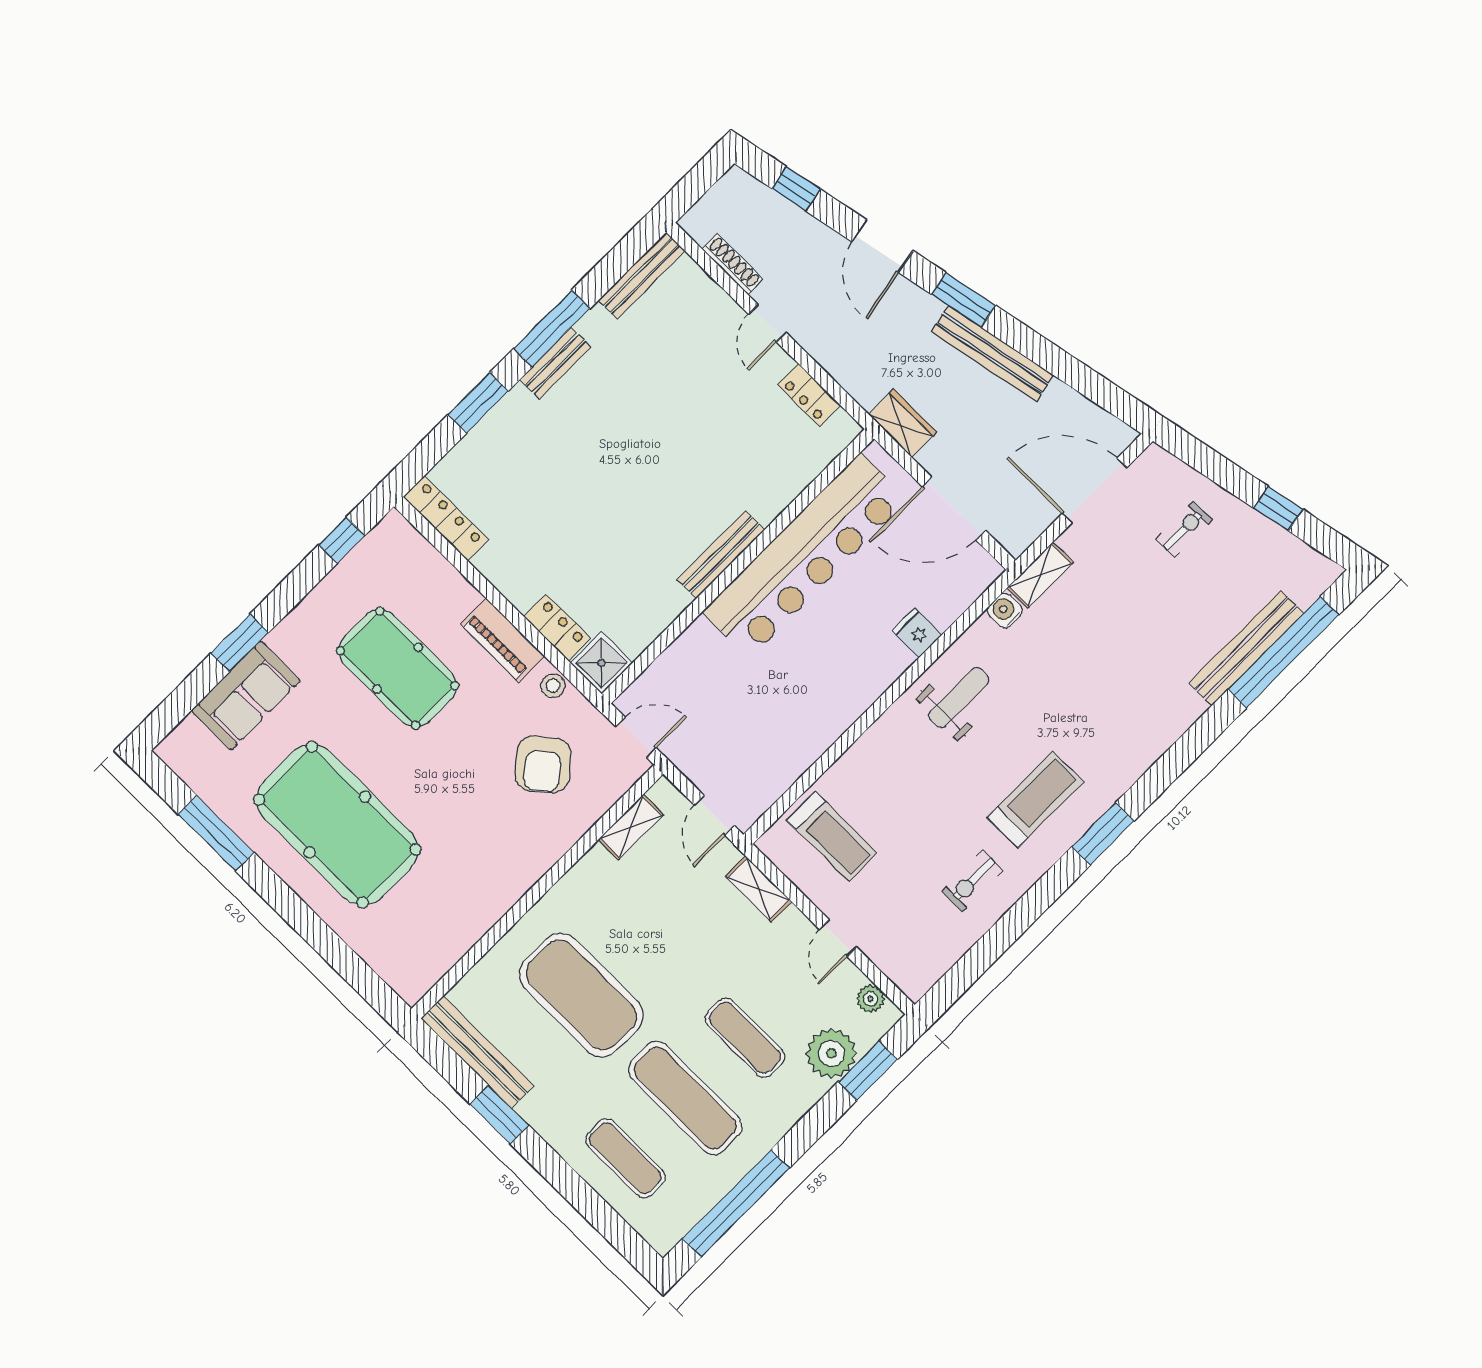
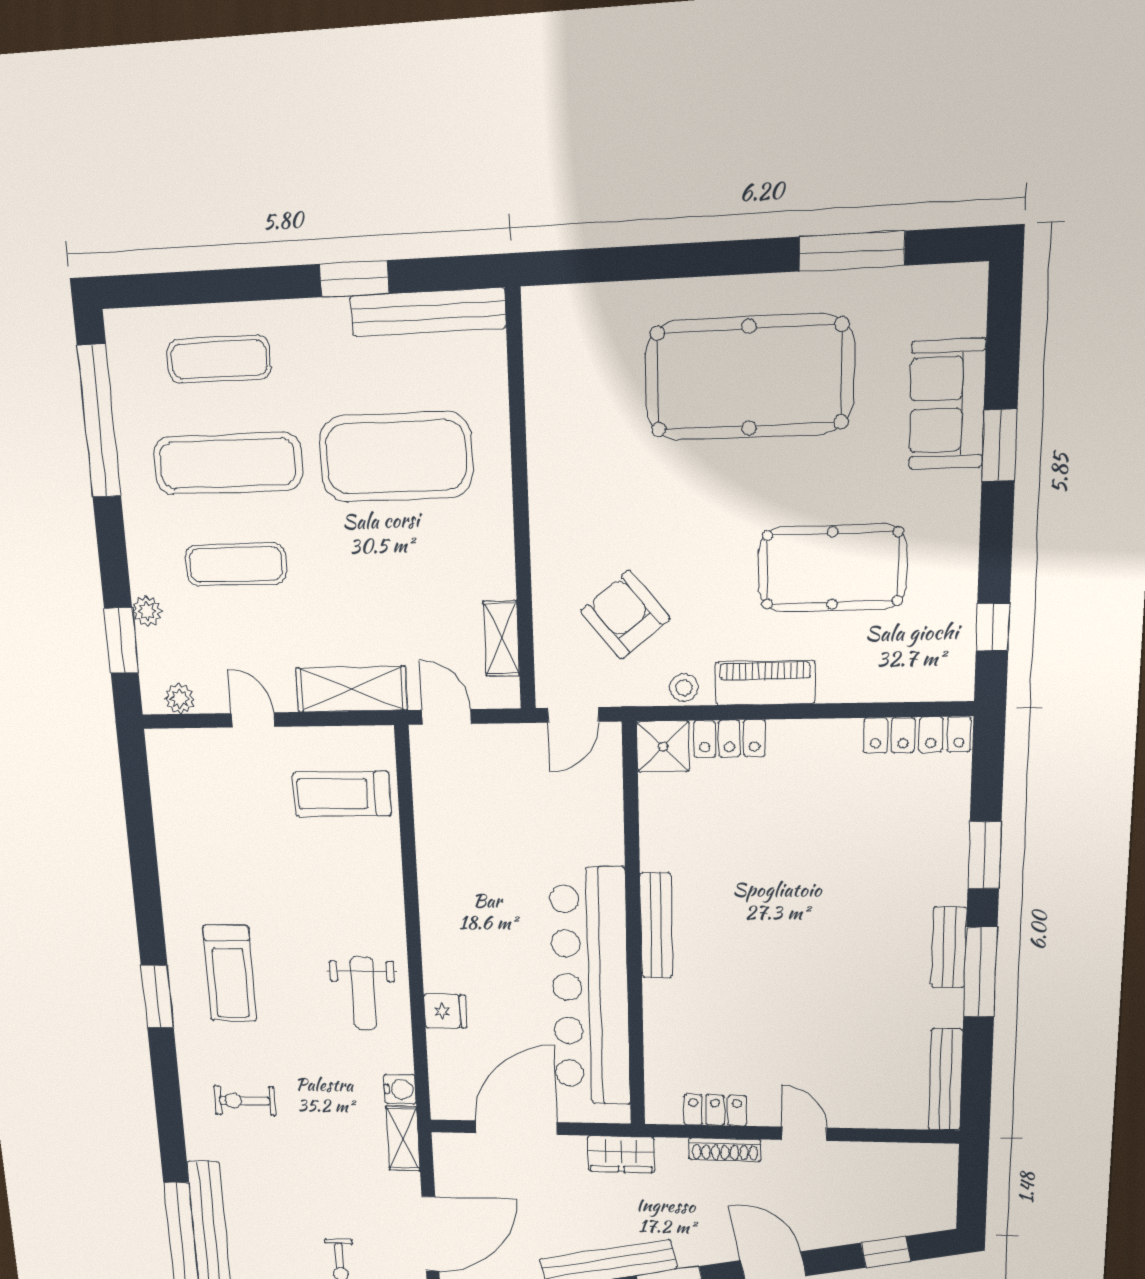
shoe rack: (733, 264) -> (725, 1150), moved
exercise bike: (972, 881) -> (245, 1101), moved, turned -90
shelving: (759, 889) -> (352, 689), width x1.50, depth x1.33
plant: (831, 1053) -> (147, 611), width x0.53, depth x0.53

